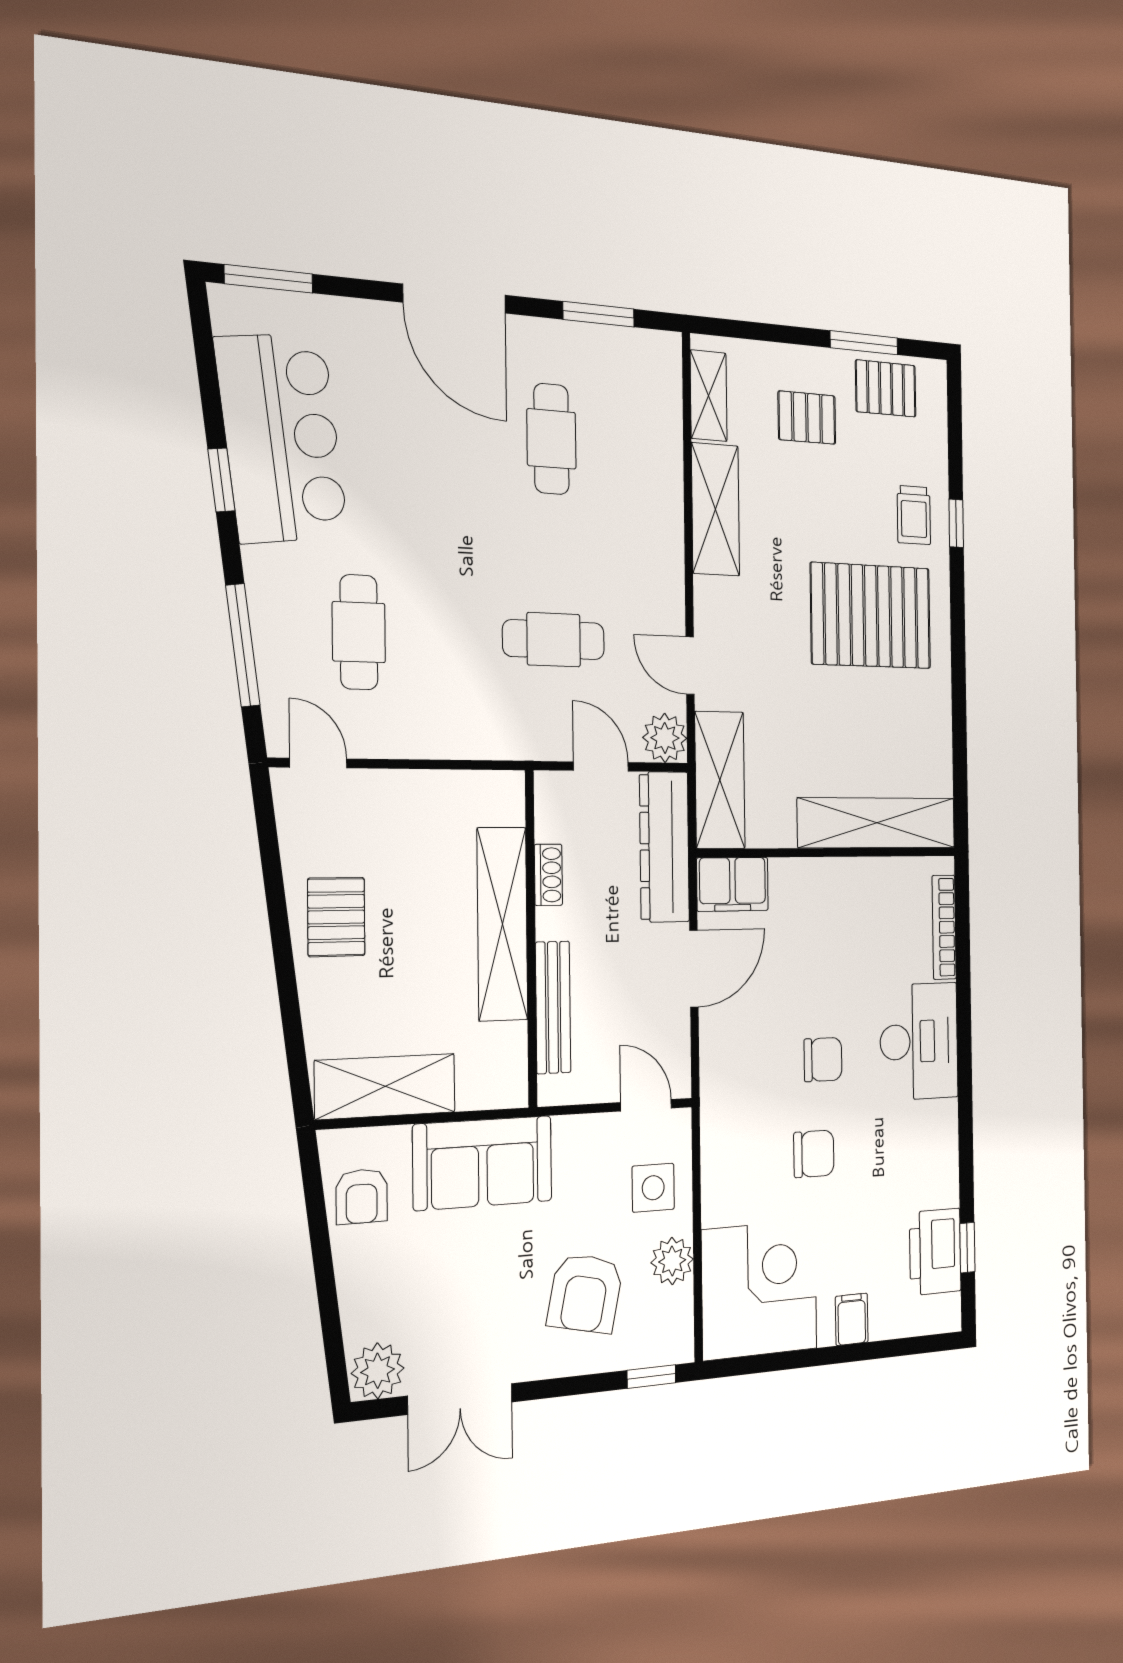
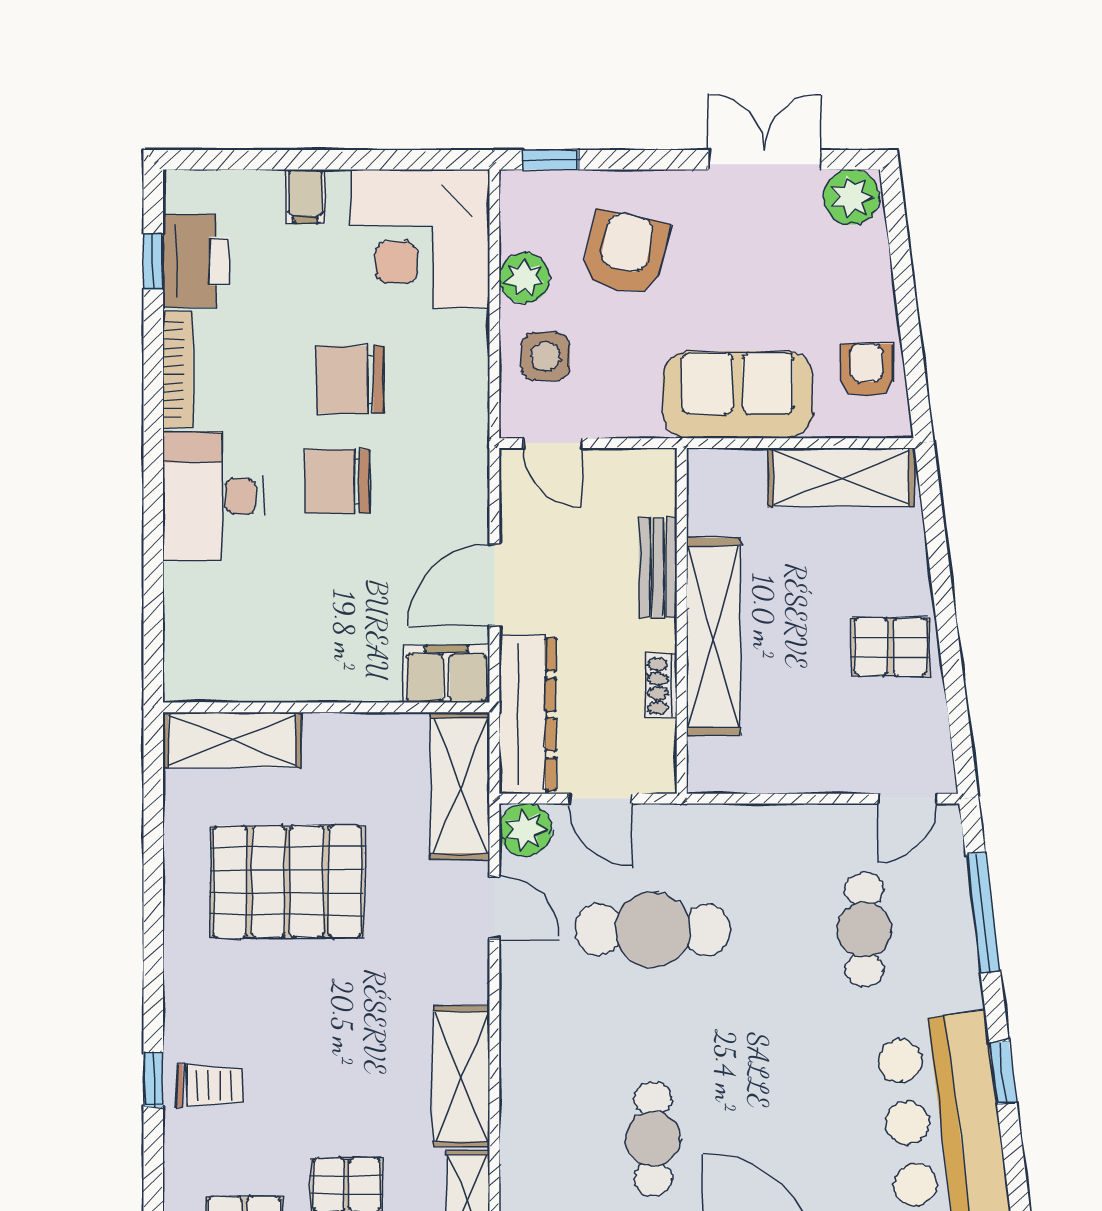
trolley: (914, 515) -> (210, 1086), turned 90
pallet: (871, 616) -> (287, 882), moved
cafe table: (554, 640) -> (653, 930), width x1.37, depth x1.35
door: (318, 763) -> (907, 799), hinge flipped
shelving: (877, 823) -> (232, 740), width x0.68
pallet: (336, 917) -> (890, 647), turned 90
bookcase: (944, 927) -> (178, 370), moved
bench: (553, 1007) -> (658, 568), width x0.73
chair: (823, 1060) -> (337, 481), width x1.37, depth x1.37
chair: (814, 1154) -> (350, 380), width x1.37, depth x1.37

